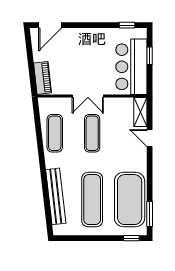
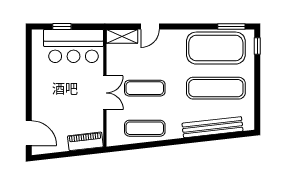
window: (127, 25) -> (29, 51), removed

